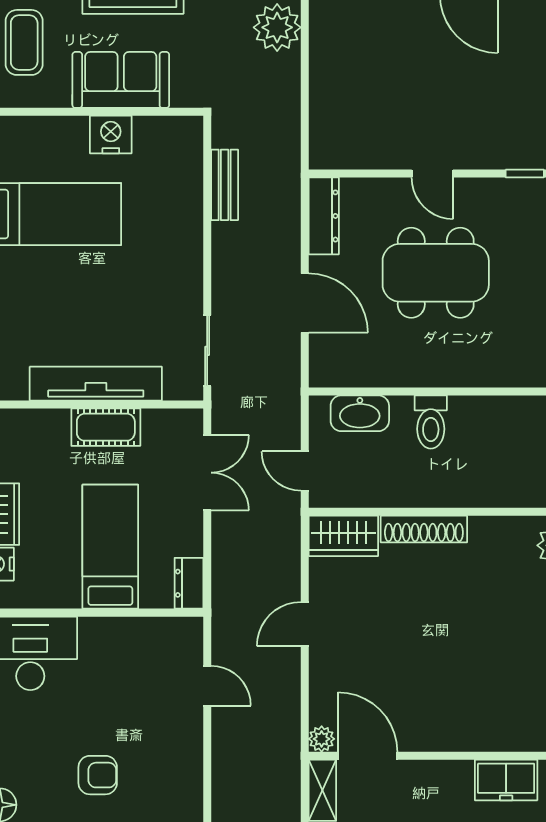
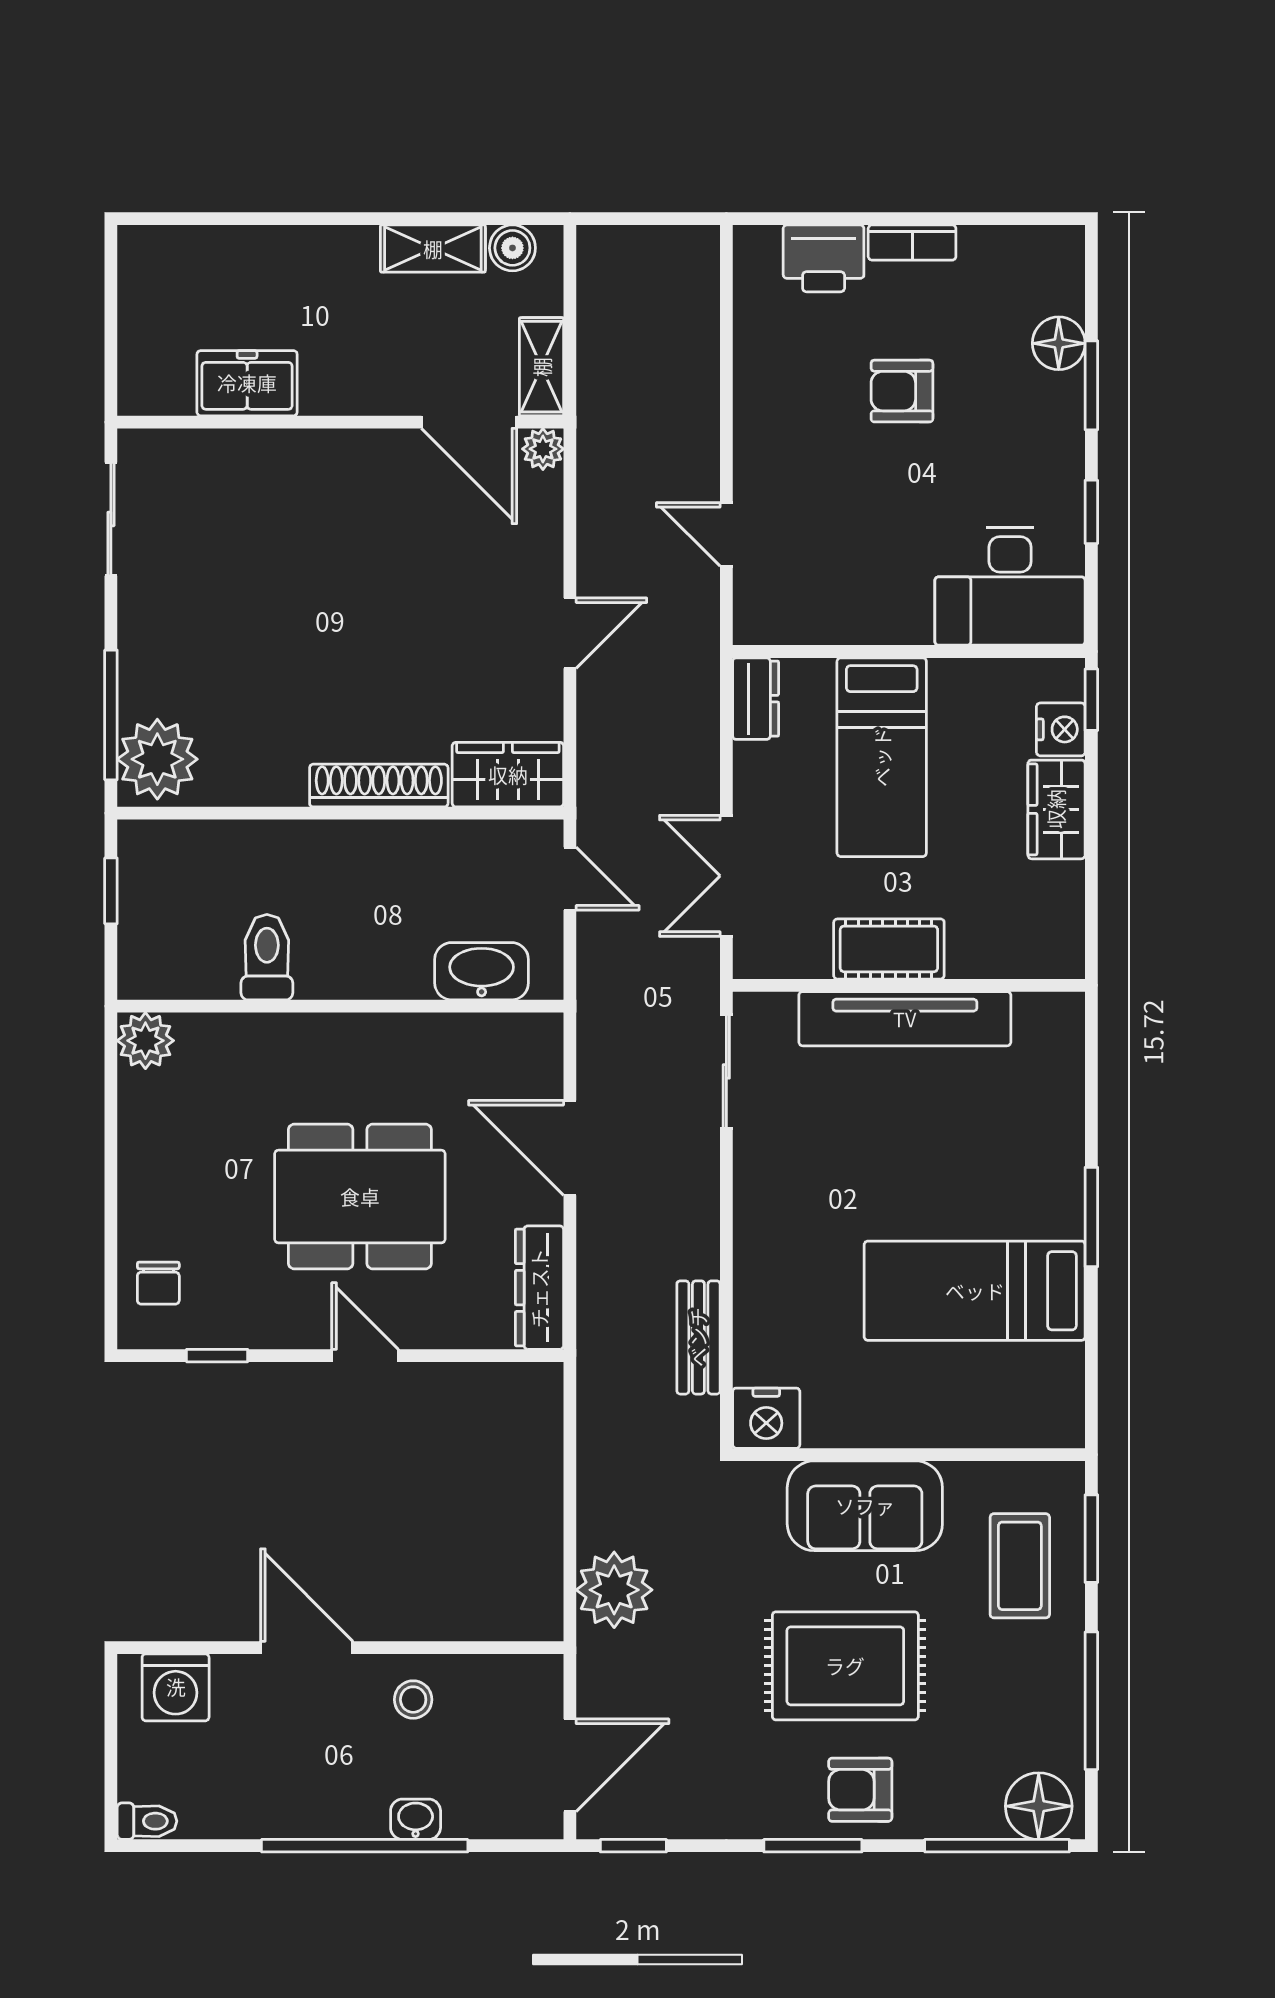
nightstand: (111, 135) -> (766, 1418), moved
toilet: (431, 422) -> (267, 957), moved

